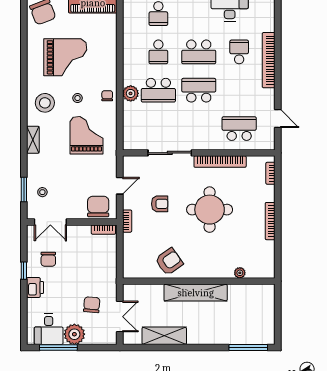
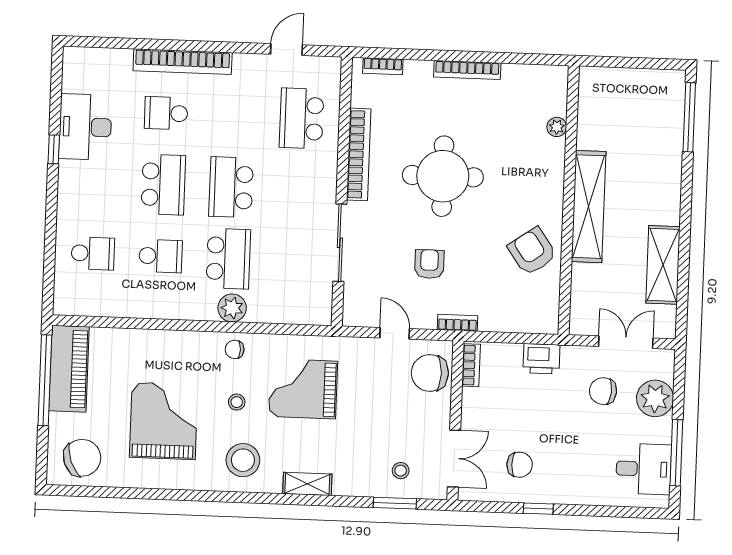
printer: (35, 287) -> (541, 359), moved, turned 180
plant: (74, 334) -> (655, 398), moved

